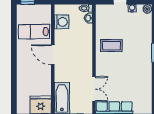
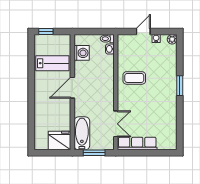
lab bench: (34, 32) -> (52, 63), turned 180
door: (53, 55) -> (72, 88), hinge flipped

